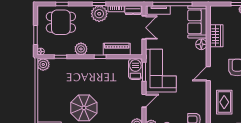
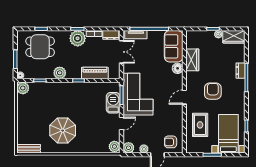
barbecue: (135, 69) -> (113, 103), moved

